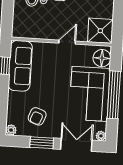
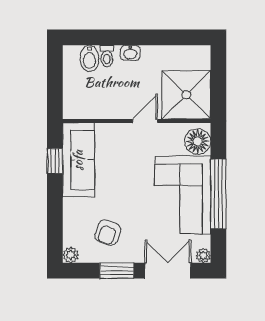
shower: (100, 31) -> (186, 95), width x1.37, depth x1.37

